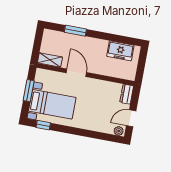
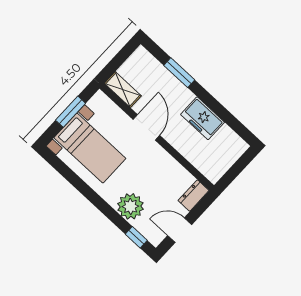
freezer: (120, 51) -> (203, 118), moved
window: (43, 125) -> (136, 237), moved
plant: (119, 131) -> (130, 206), moved, width x1.88, depth x1.88

